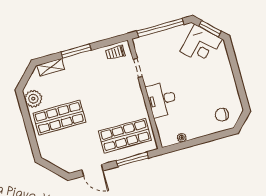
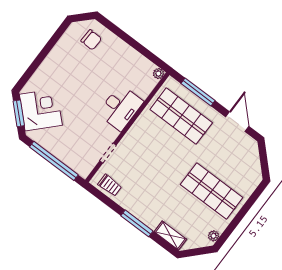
plant: (33, 99) -> (214, 236), width x0.53, depth x0.53
plant: (182, 138) -> (158, 74), moved

